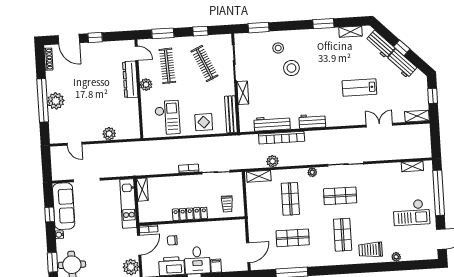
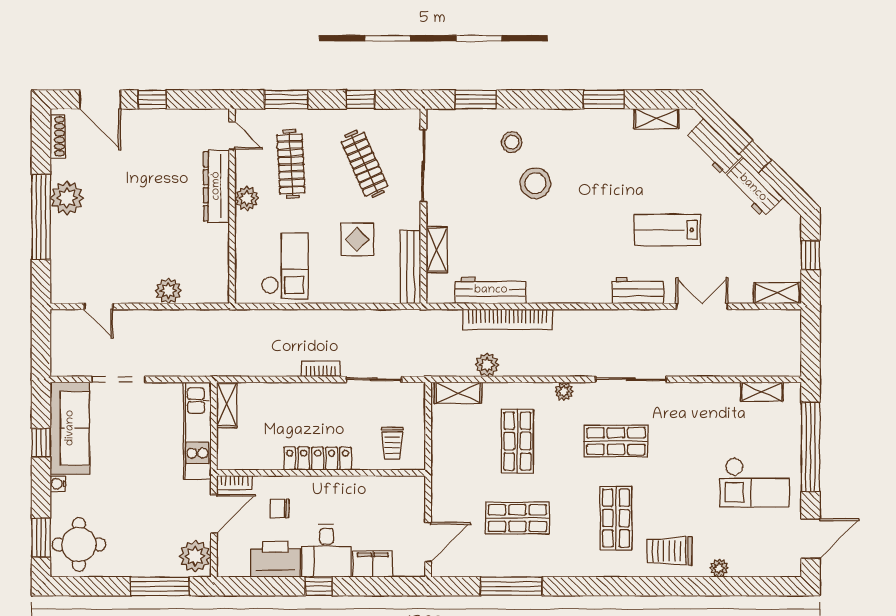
shelving: (243, 93) -> (437, 250), moved
plant: (56, 101) -> (67, 198), moved
workbench: (312, 121) -> (638, 290), moved
display table: (204, 122) -> (357, 239), moved
filing cabinet: (216, 266) -> (373, 564), width x2.00

